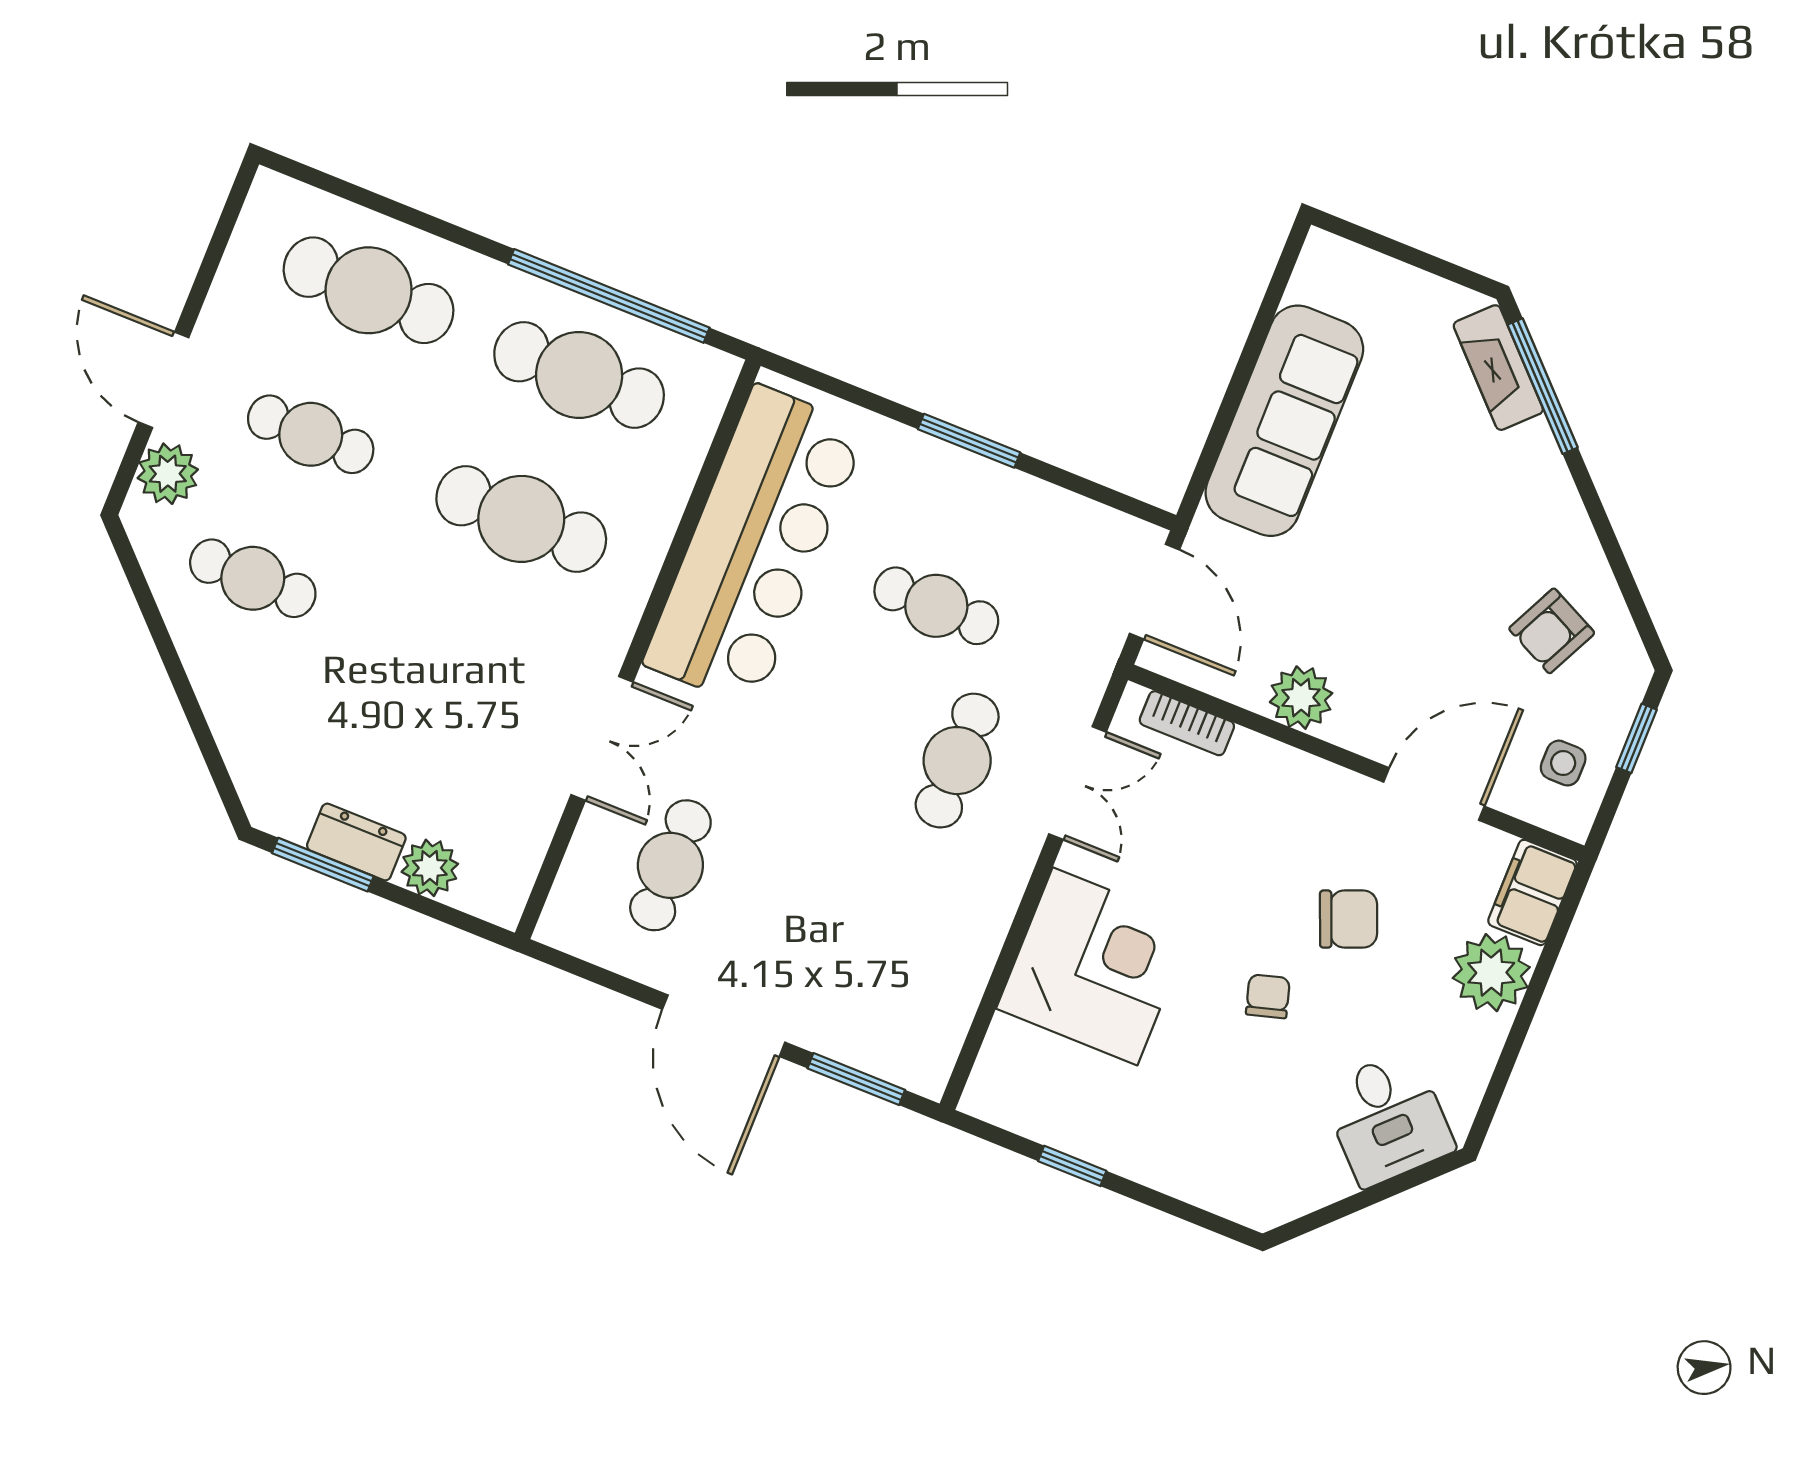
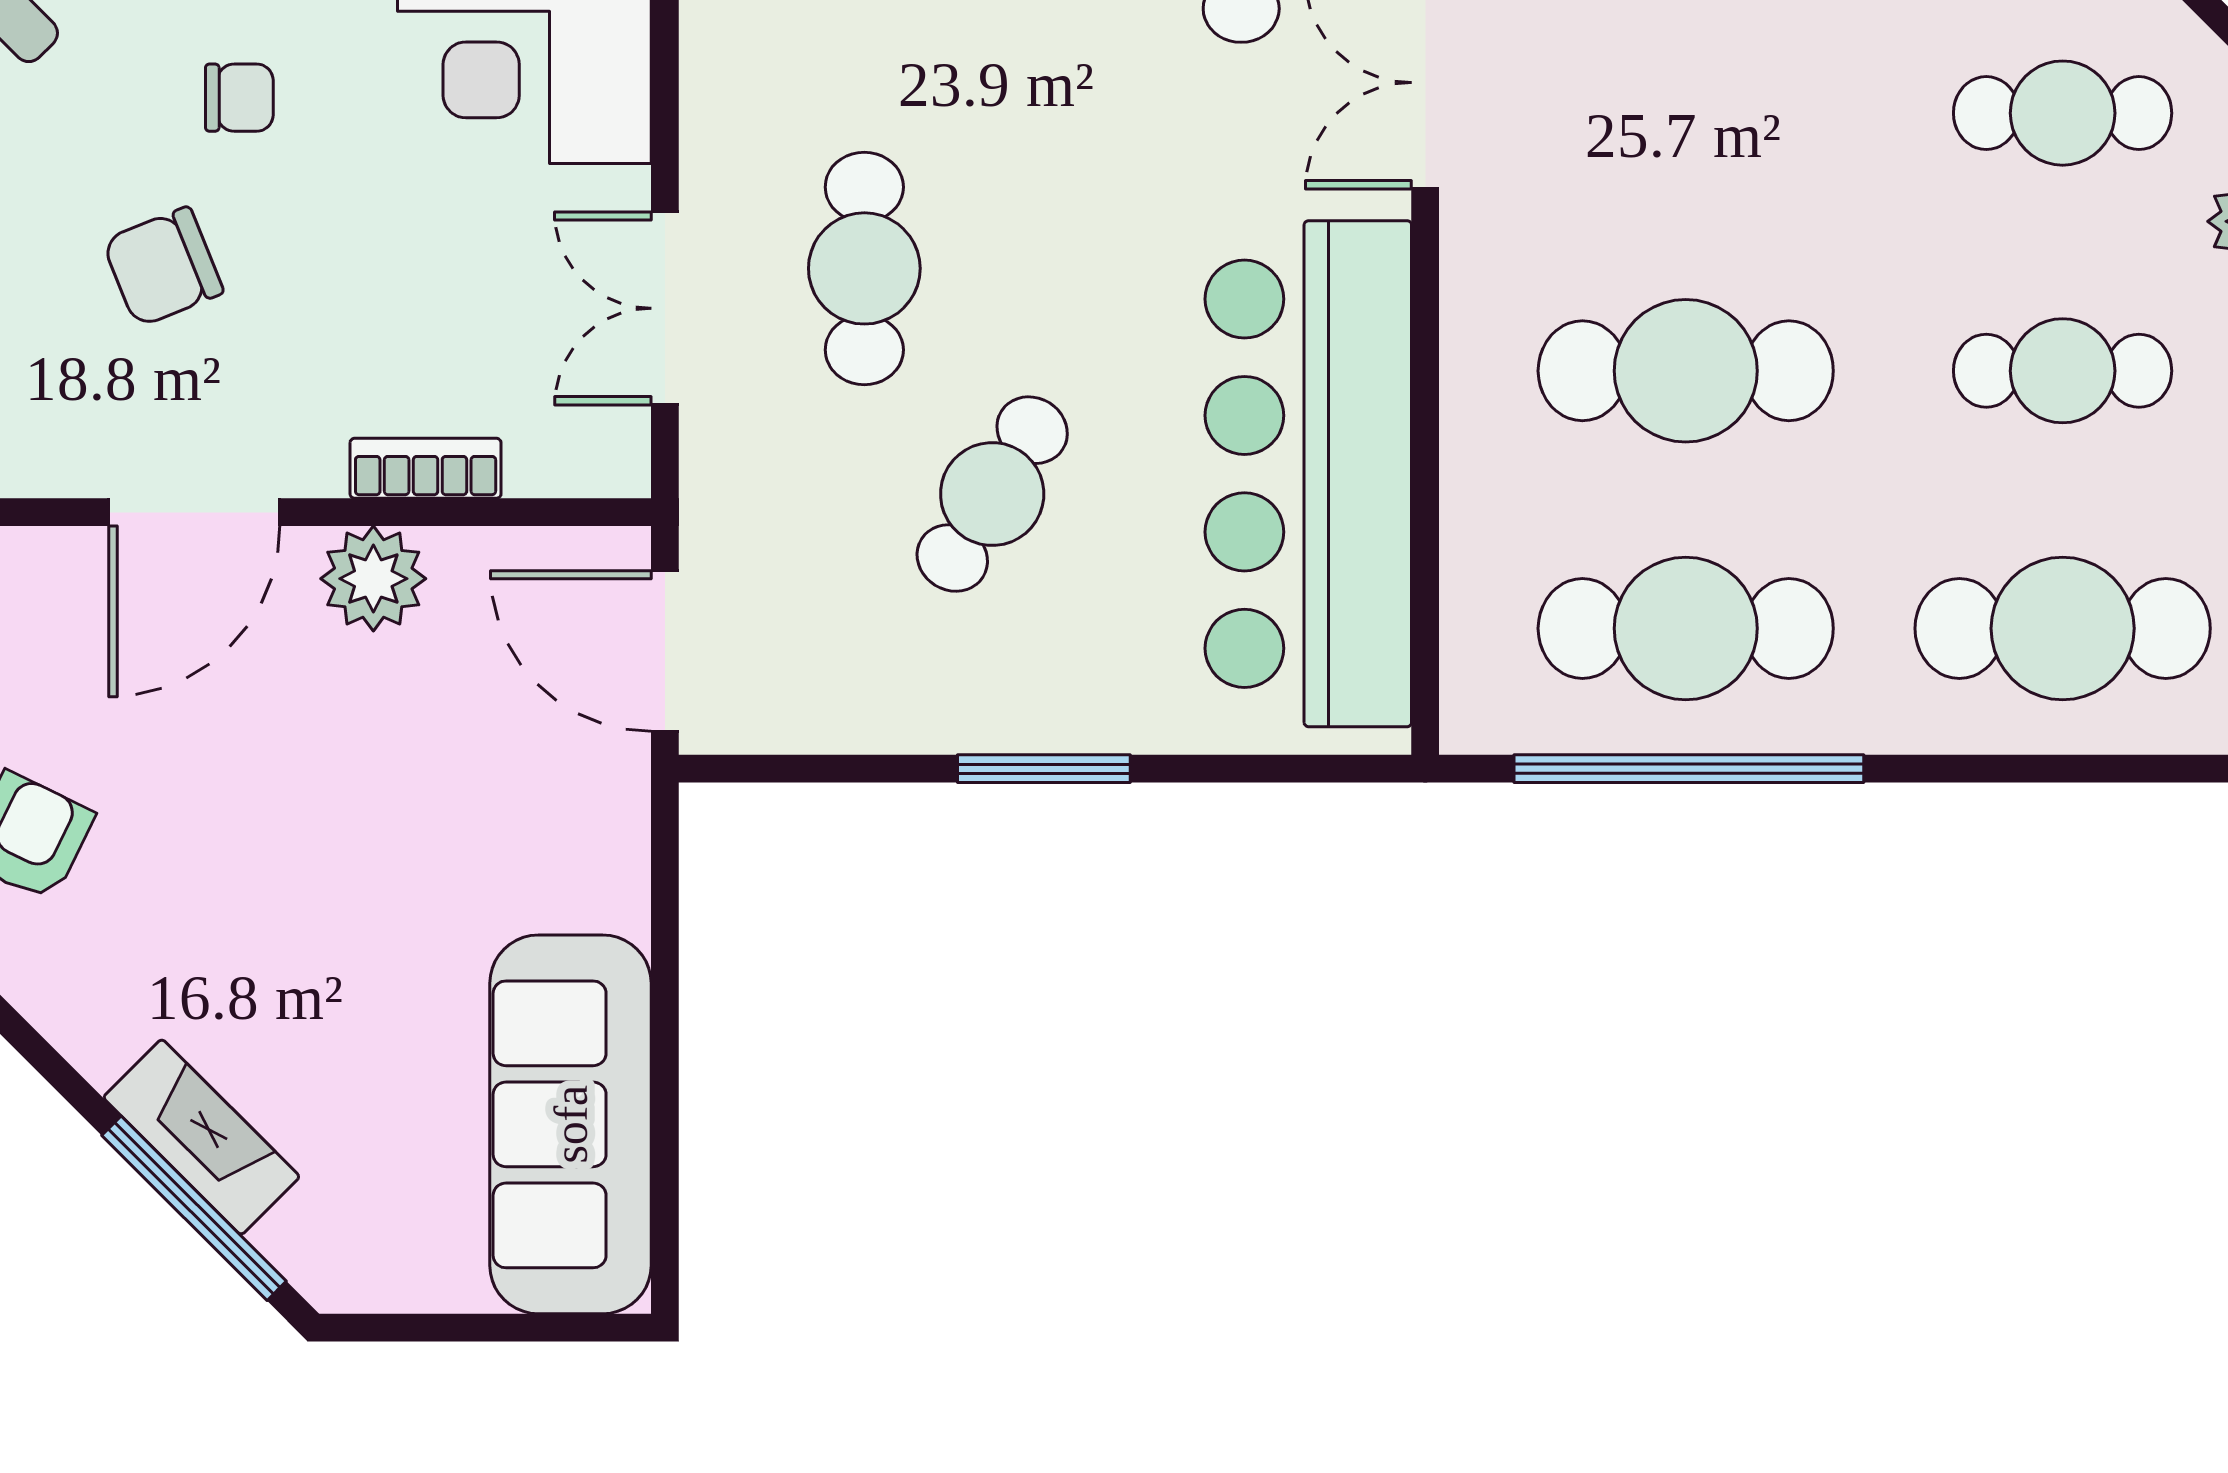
fireplace: (1498, 368) -> (201, 1137), moved
sofa: (1284, 421) -> (571, 1124), moved
cafe table: (936, 606) -> (992, 494), turned -58
bookcase: (1187, 723) -> (426, 468), moved
door: (1434, 794) -> (194, 512), moved
chair: (1268, 996) -> (239, 98), turned -74

